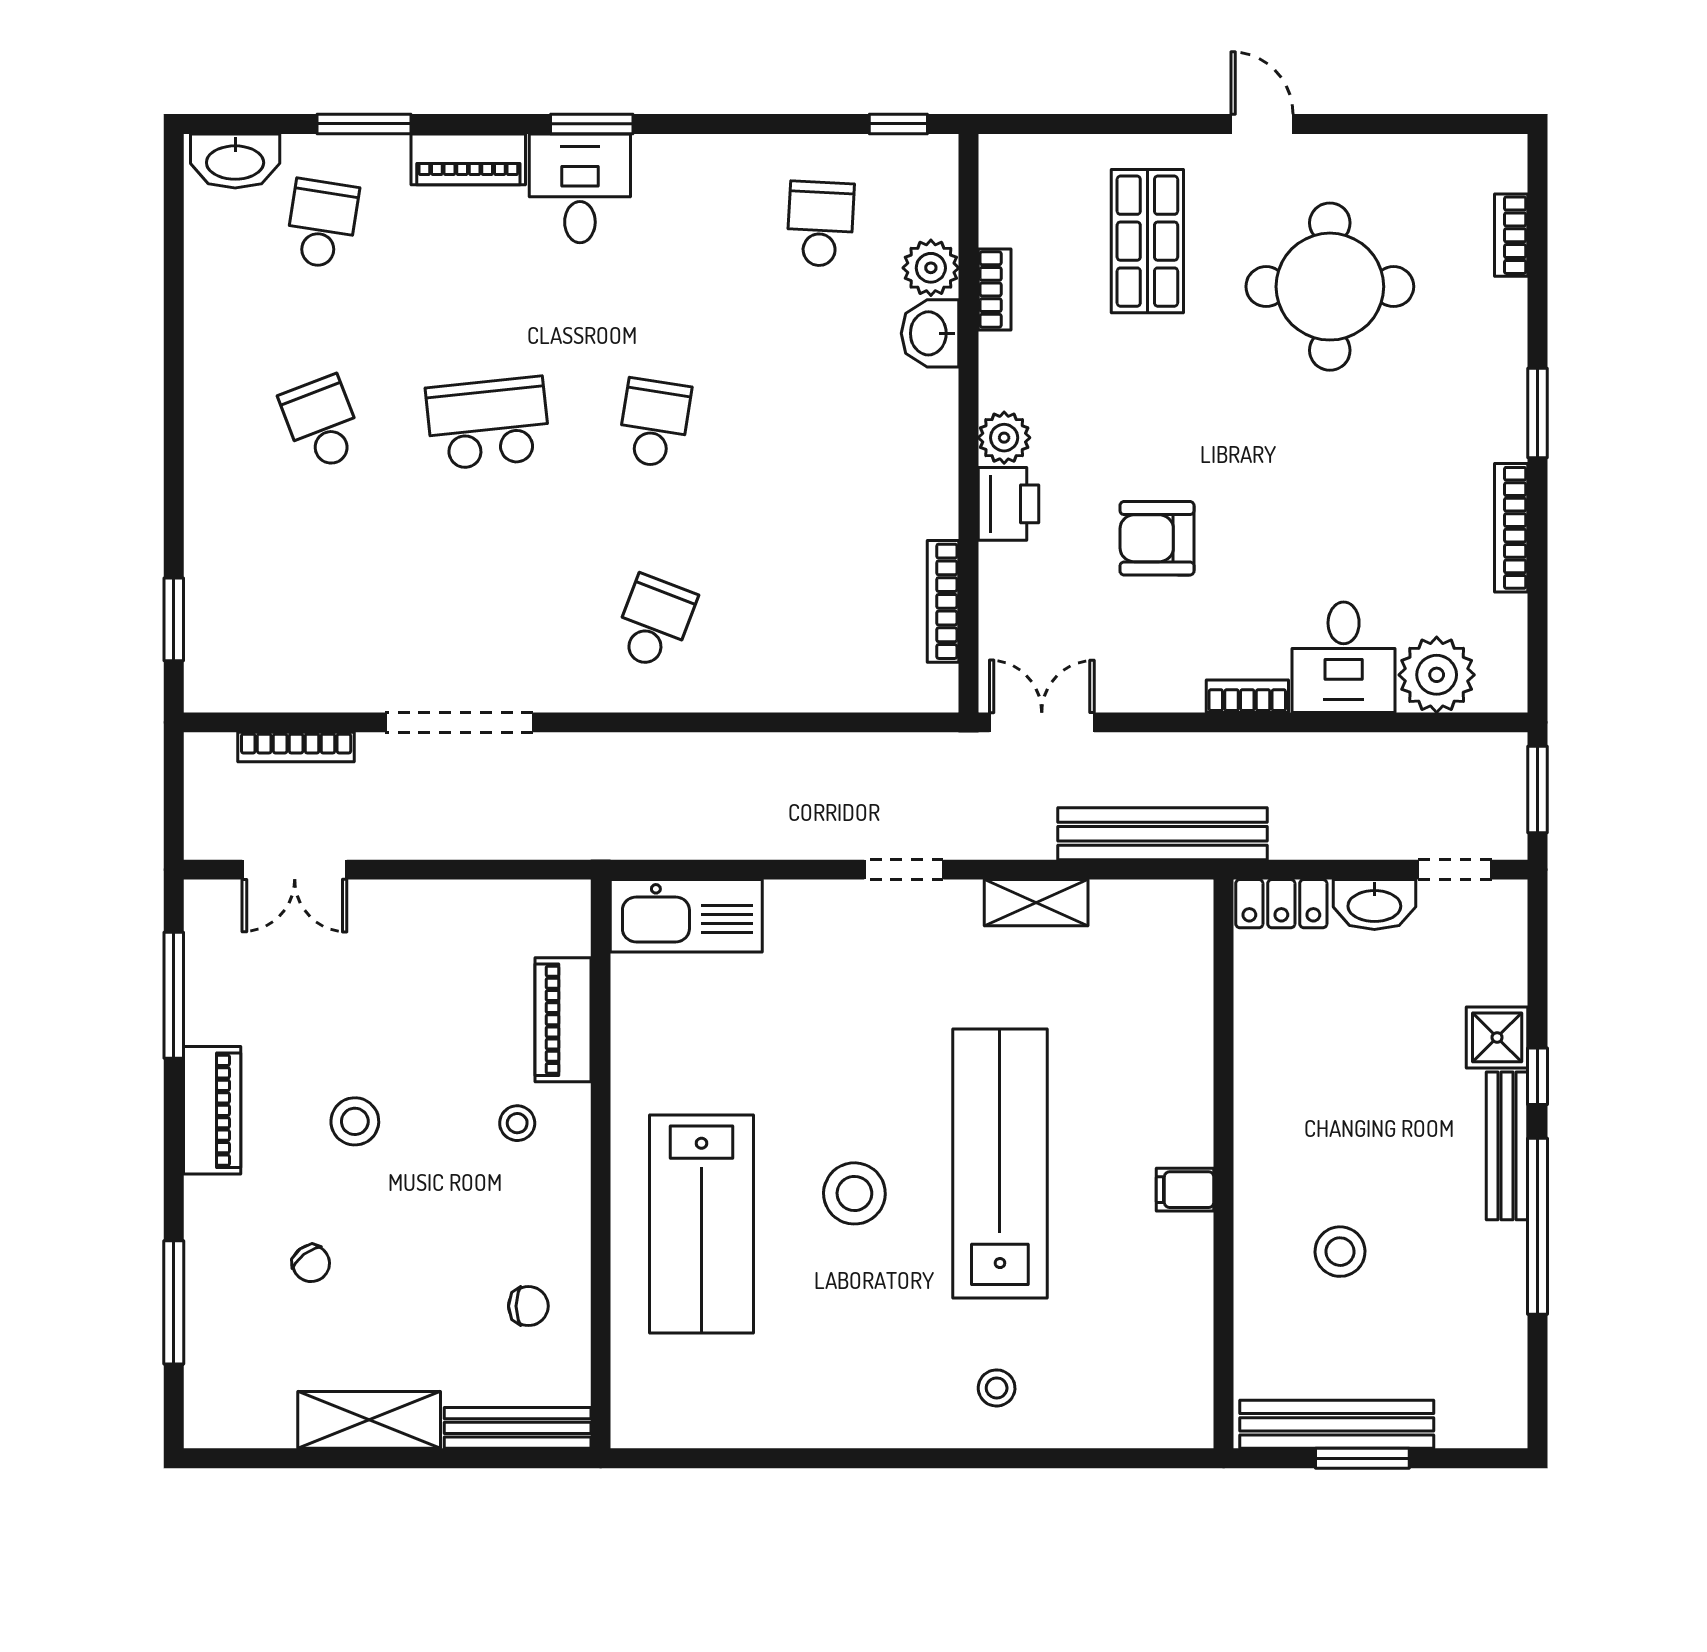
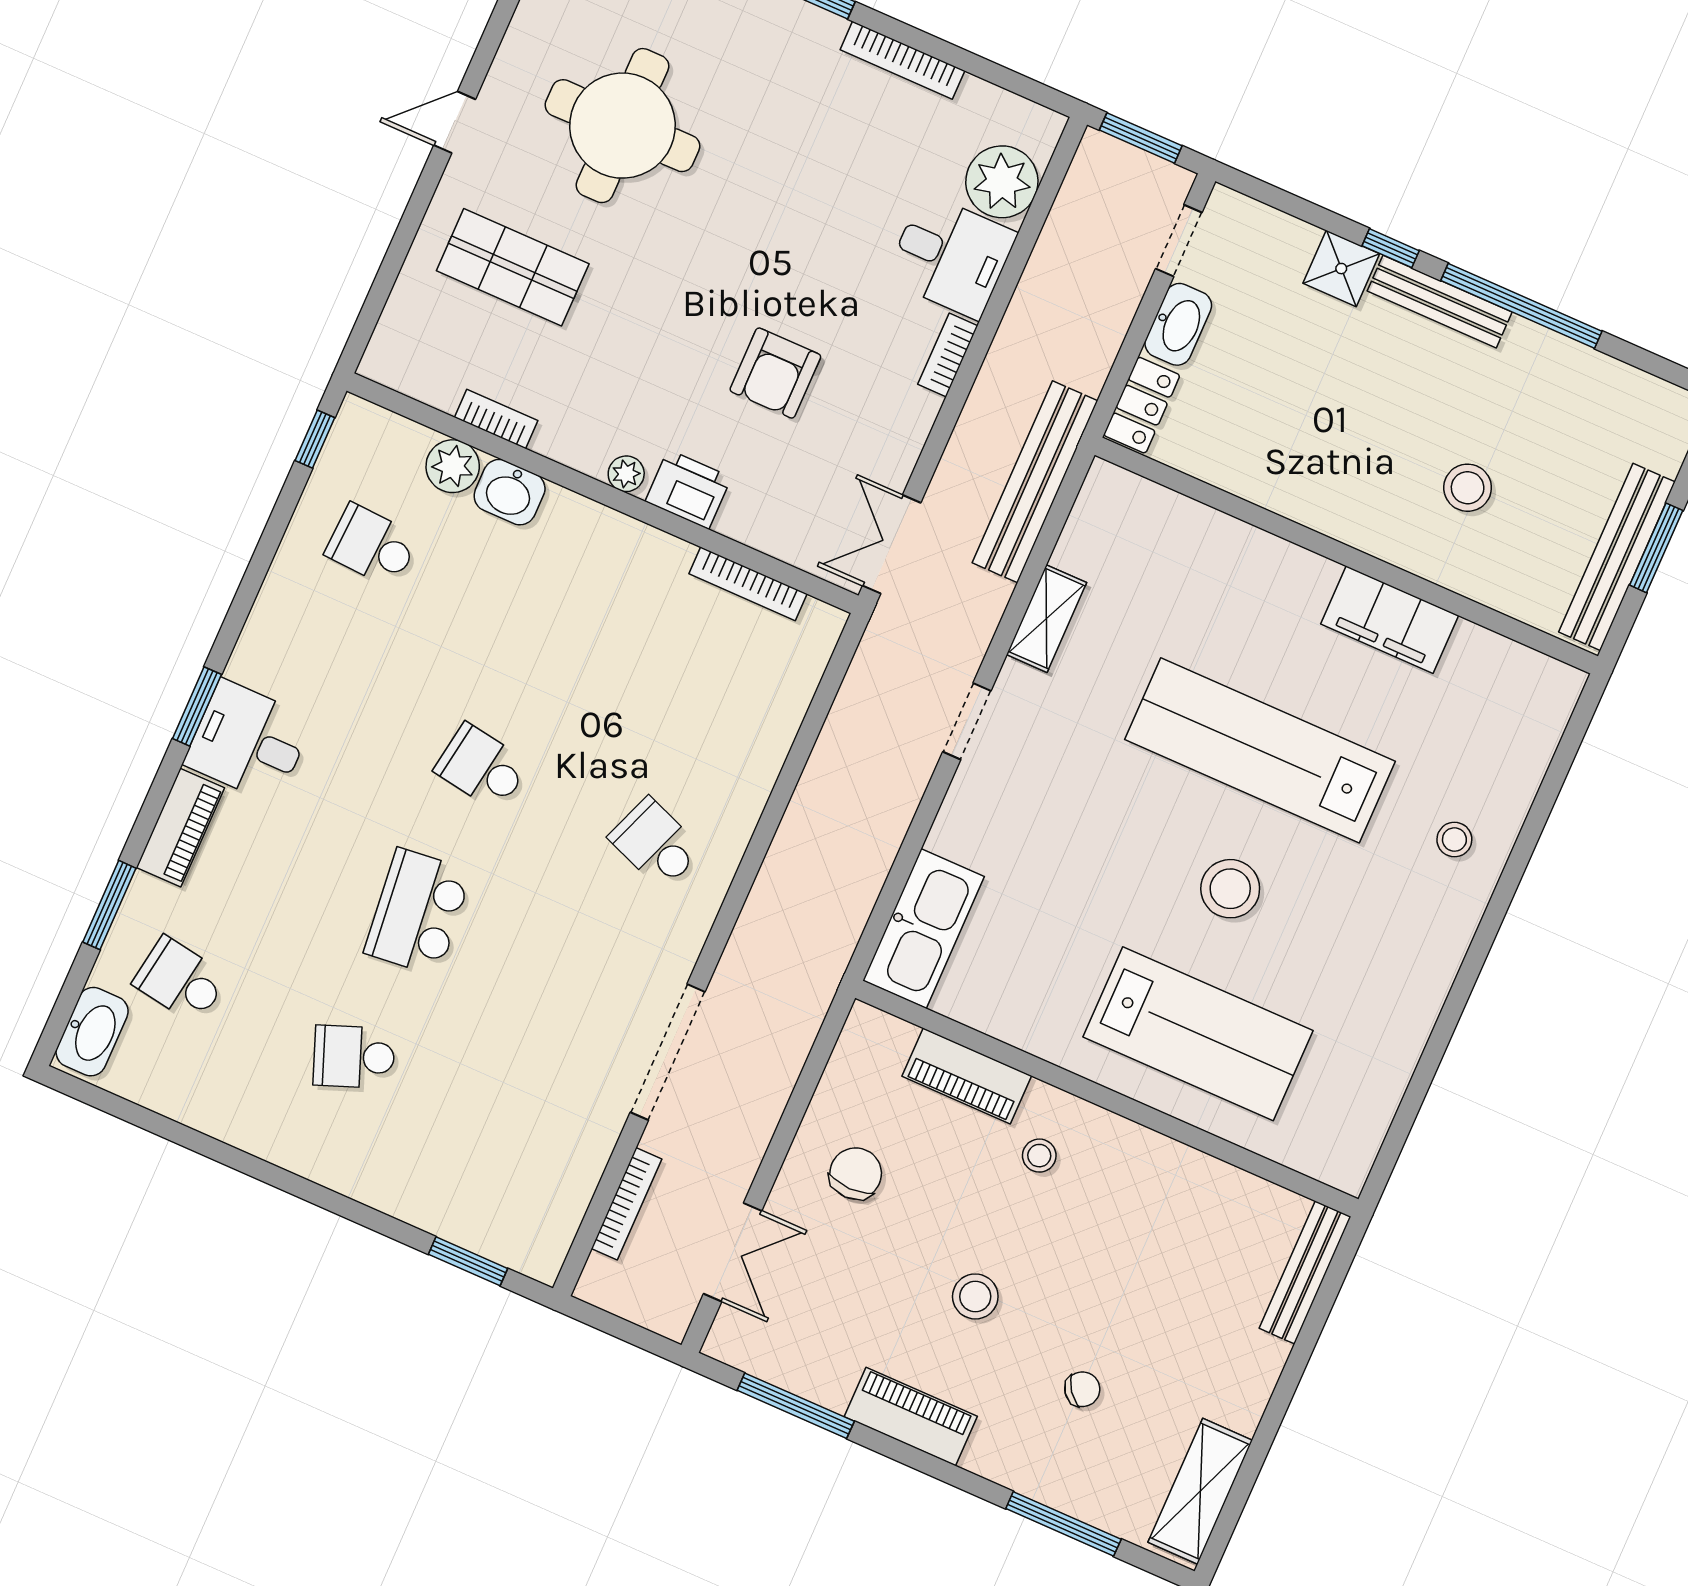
plant: (1004, 438) -> (626, 474), width x0.73, depth x0.73
filing cabinet: (1185, 1190) -> (1390, 620), width x3.00, depth x1.17
chair: (528, 1306) -> (856, 1174), moved, width x1.37, depth x1.37
shelving: (369, 1420) -> (1200, 1491), moved

